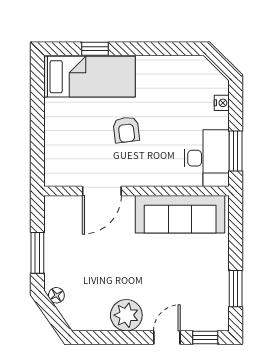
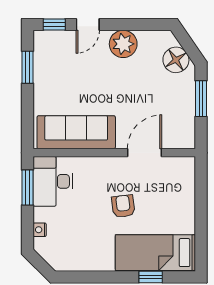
floor lamp: (56, 295) -> (176, 60), width x1.89, depth x1.89

